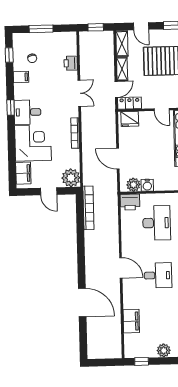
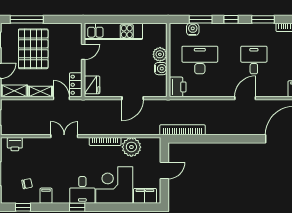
printer: (71, 63) -> (15, 144), moved
plant: (71, 178) -> (131, 147), moved
plant: (133, 185) -> (160, 54), moved

